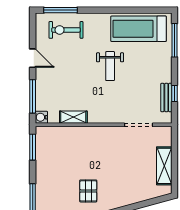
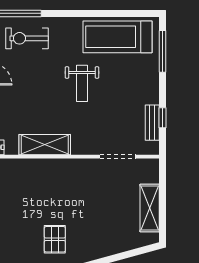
shelving: (73, 117) -> (45, 145), width x1.50, depth x1.33

